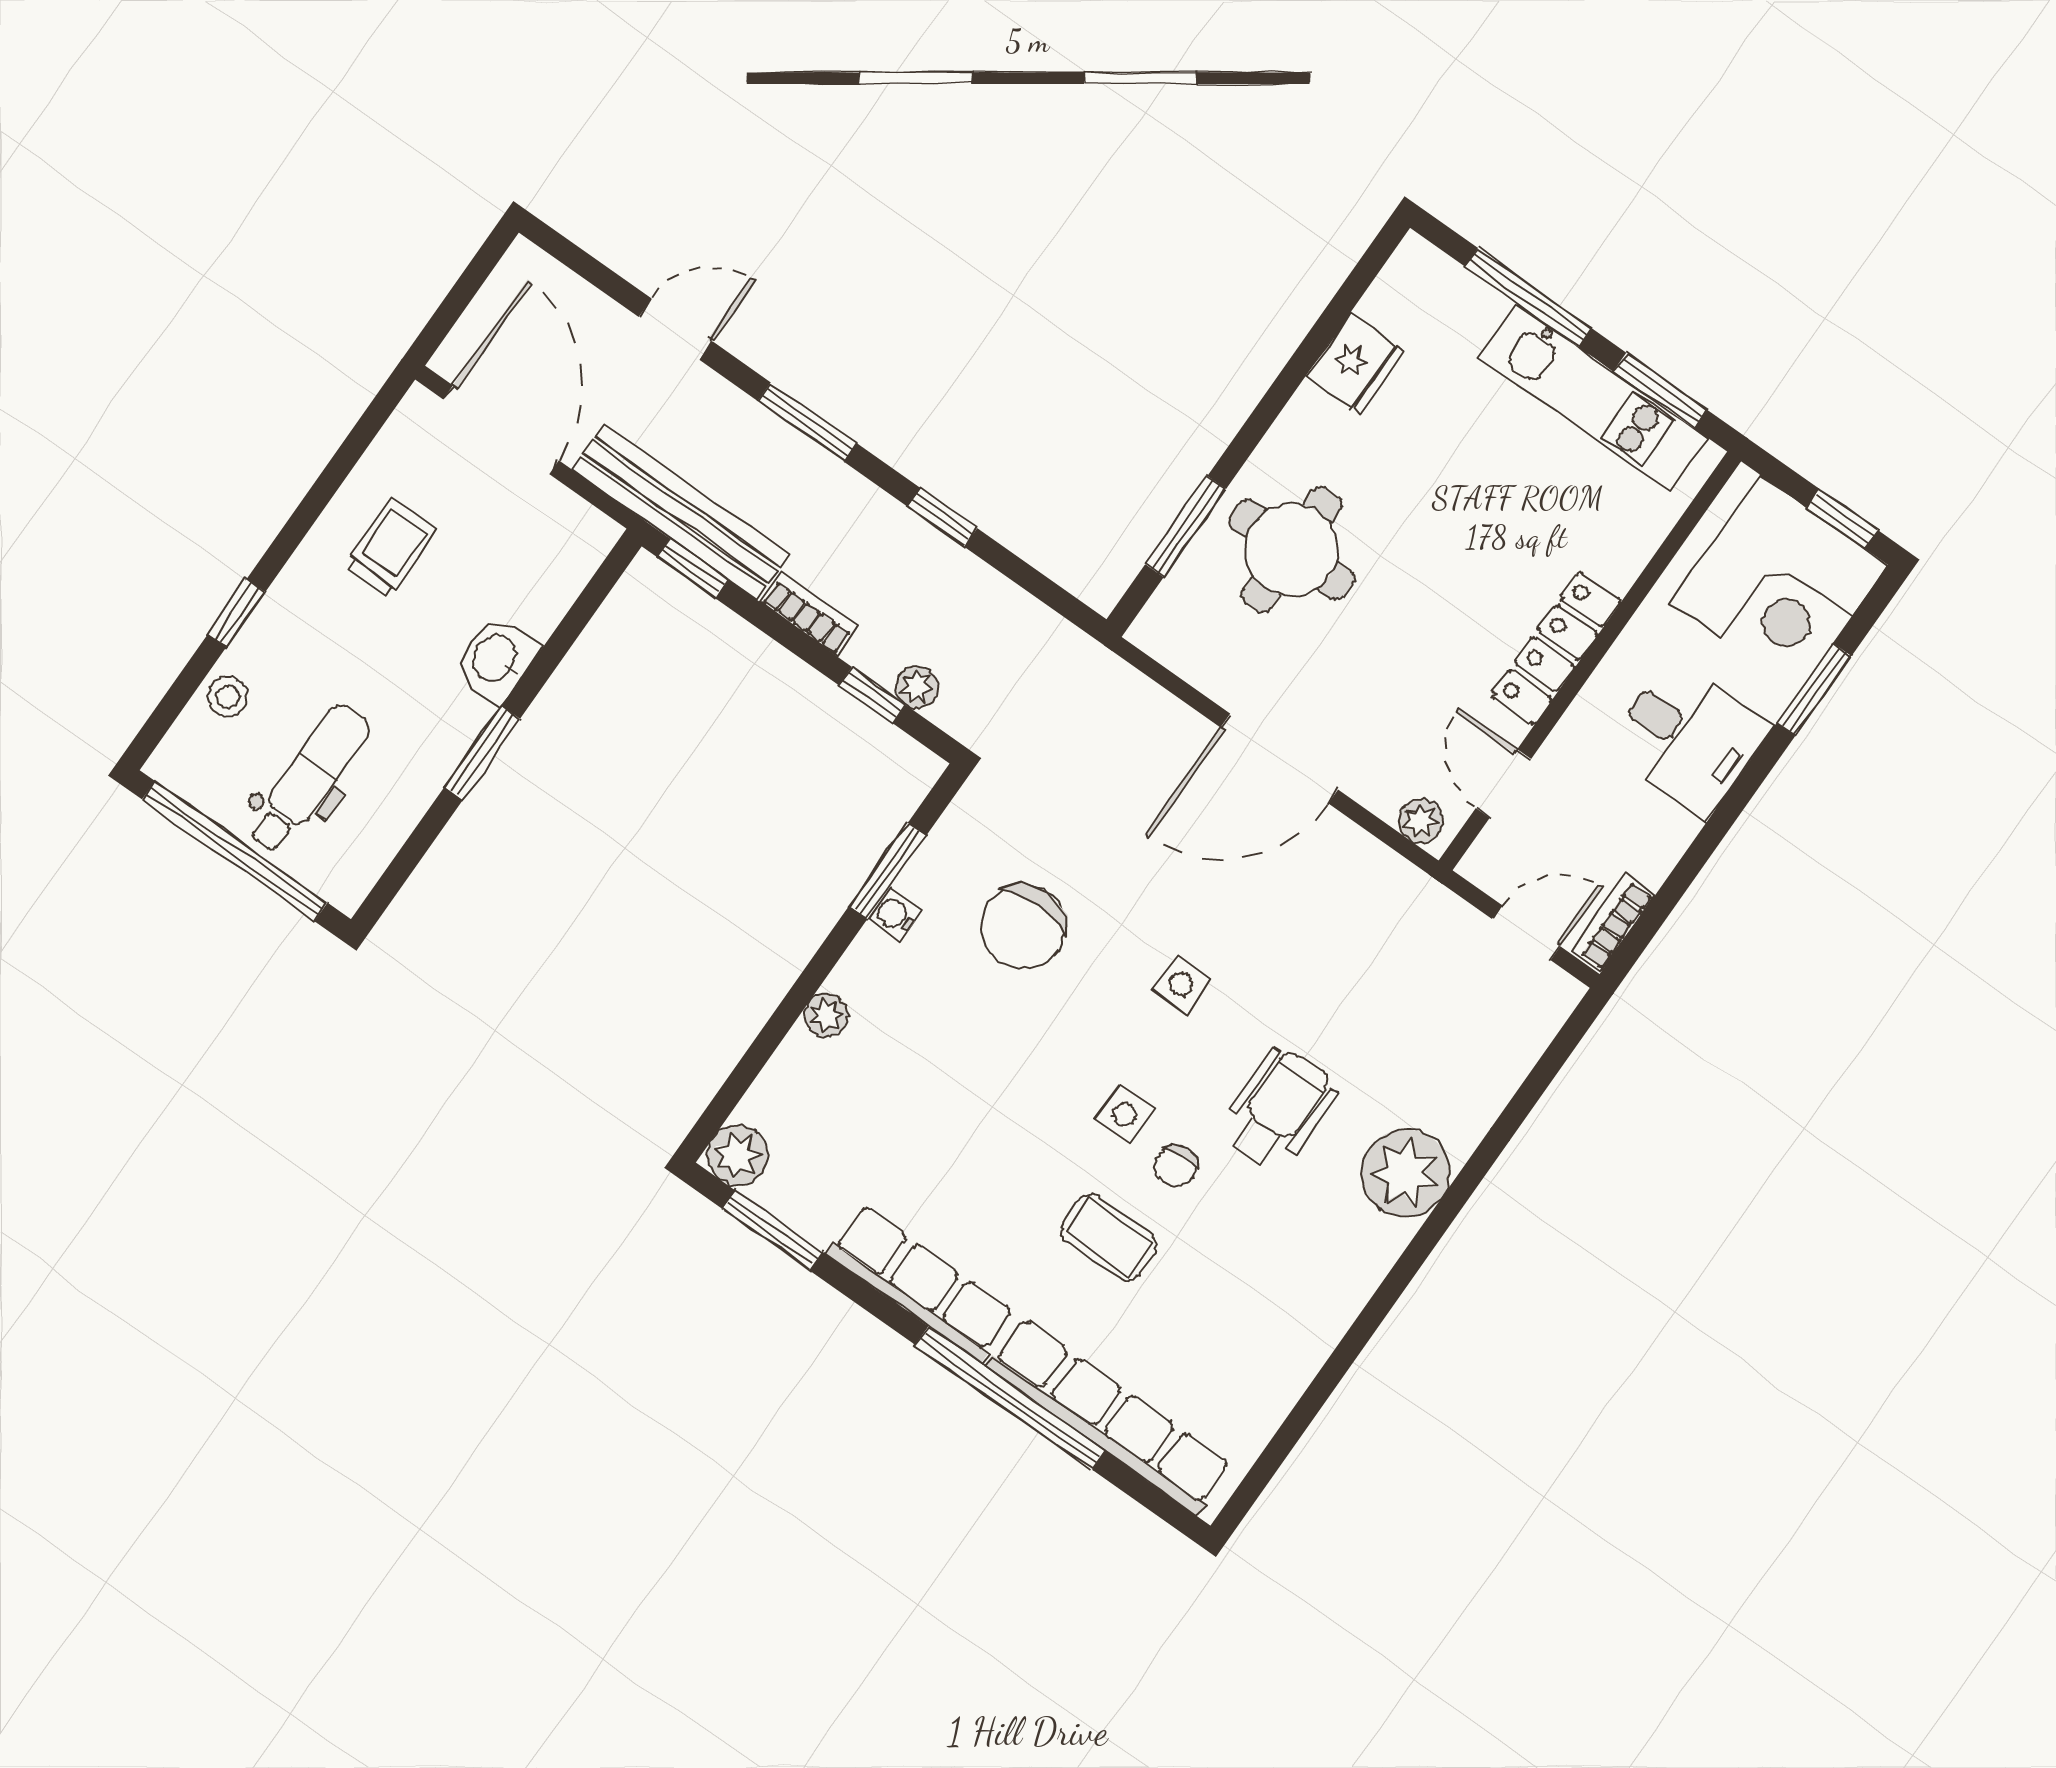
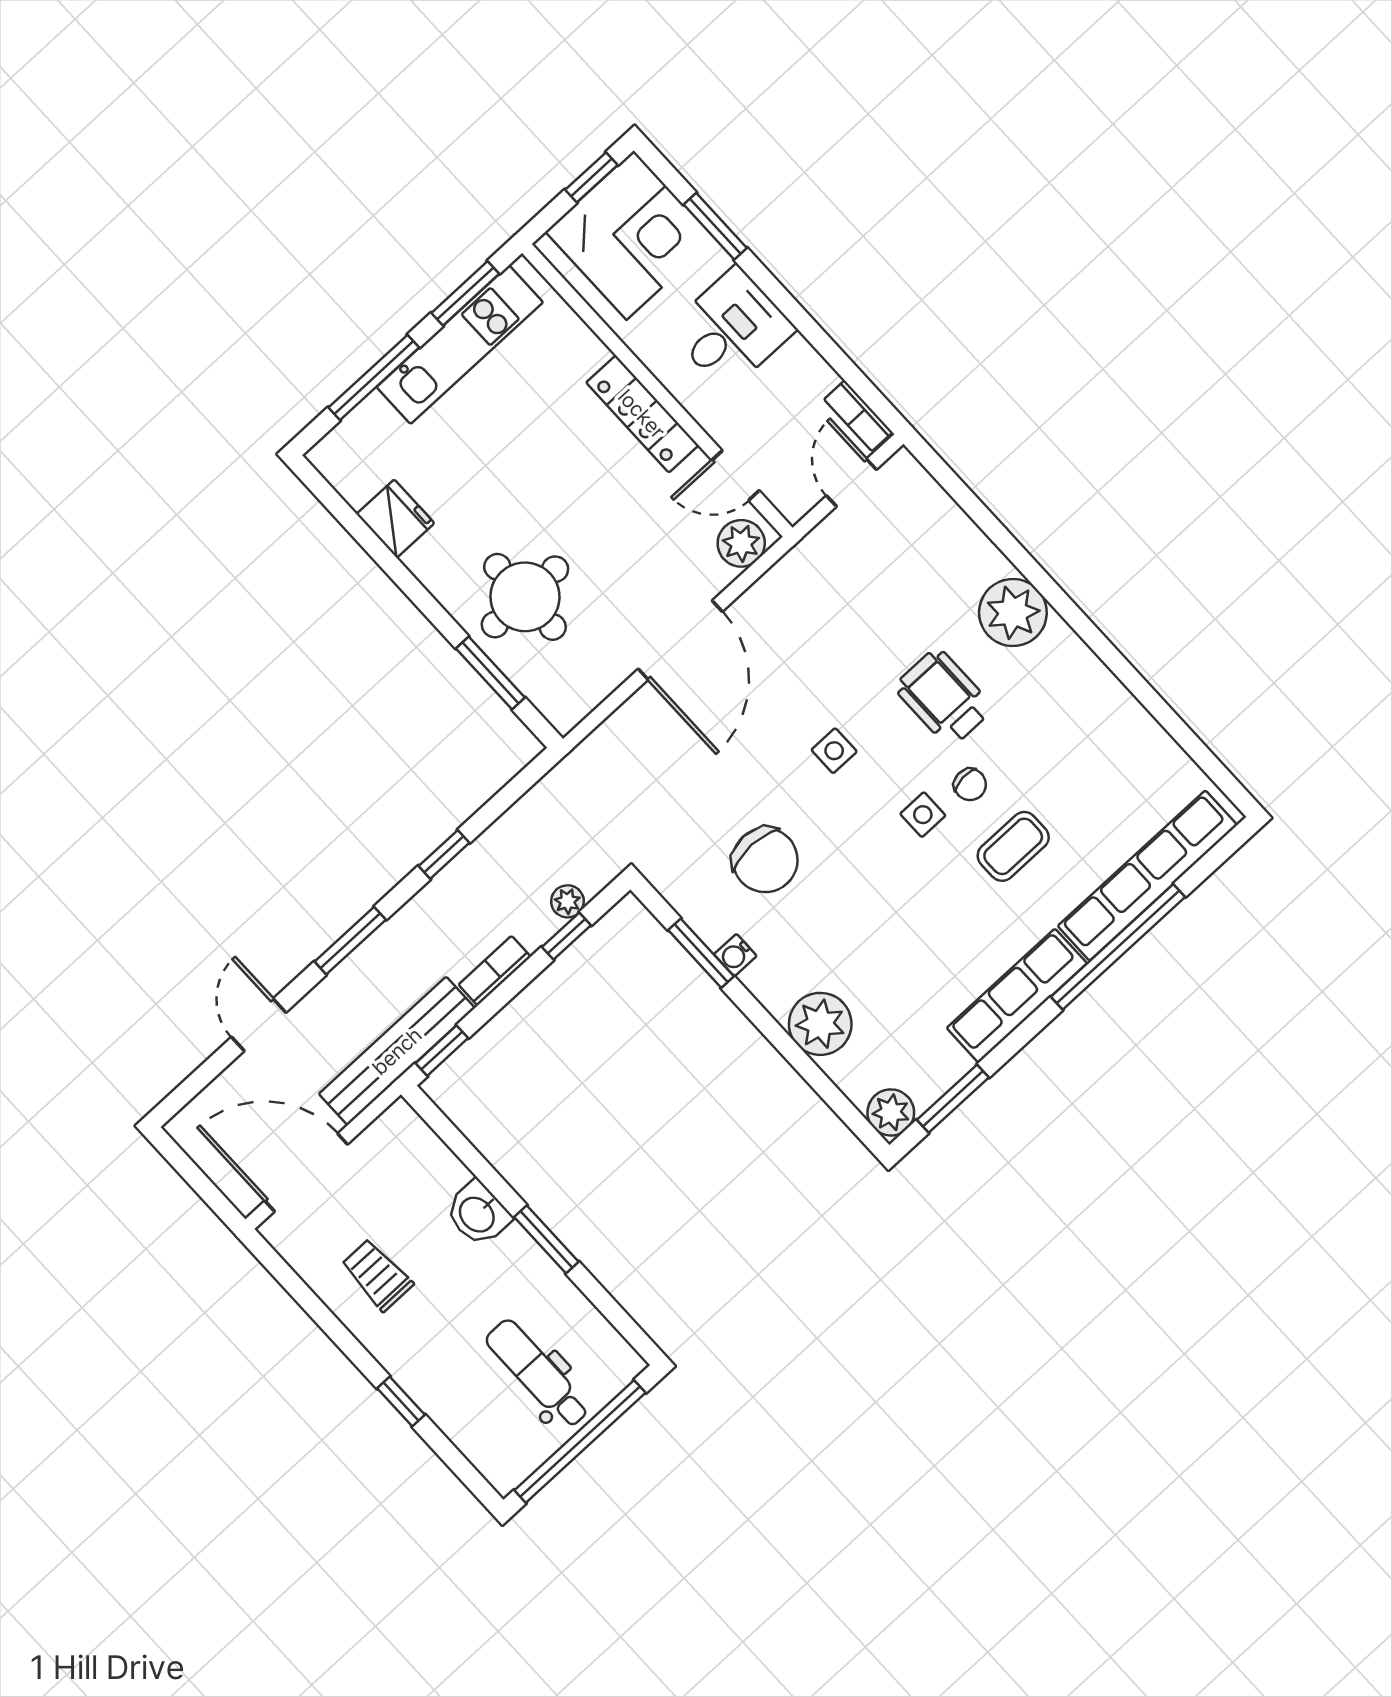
stool: (227, 697) -> (462, 1422), removed
plant: (1421, 821) -> (741, 543), width x1.38, depth x1.38
plant: (826, 1015) -> (820, 1024), width x1.88, depth x1.88

